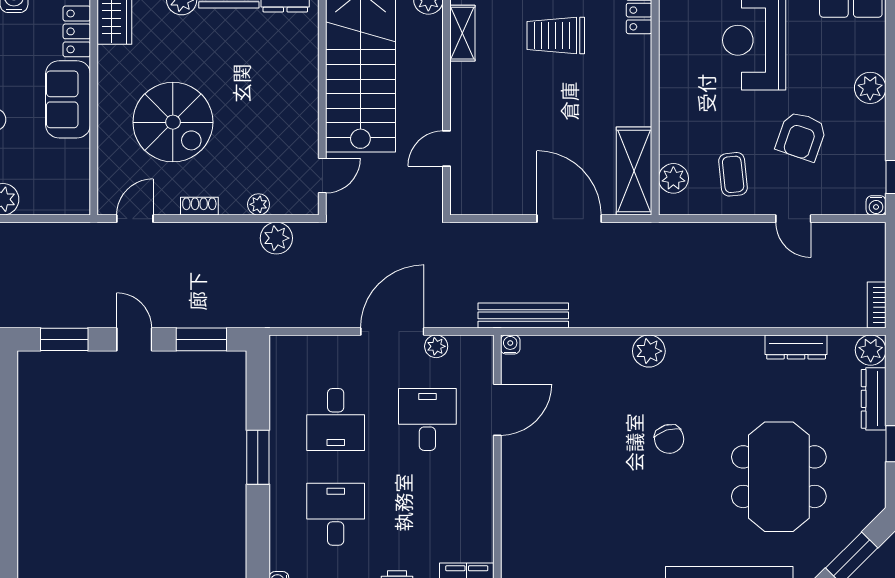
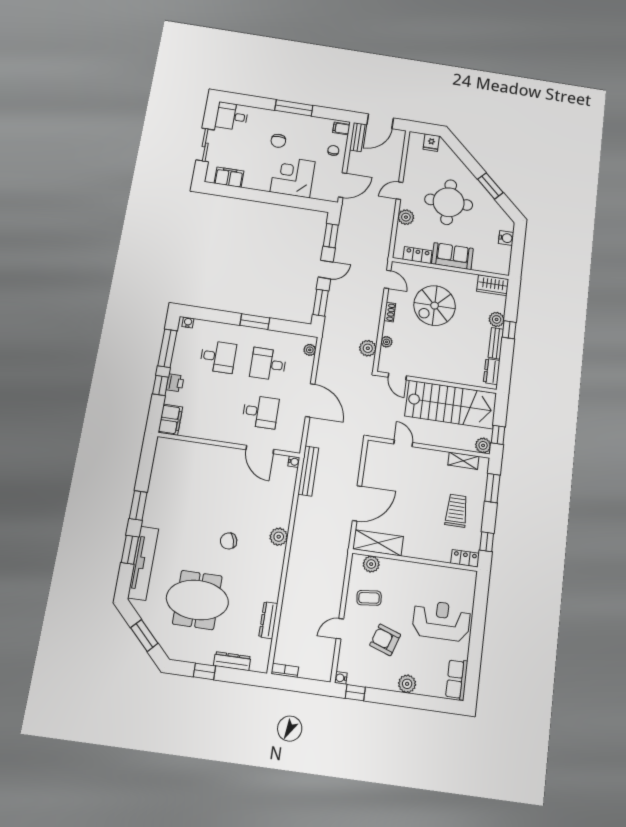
locker: (77, 31) -> (417, 255), moved
plant: (436, 346) -> (310, 350), moved
plant: (871, 350) -> (260, 663), removed

